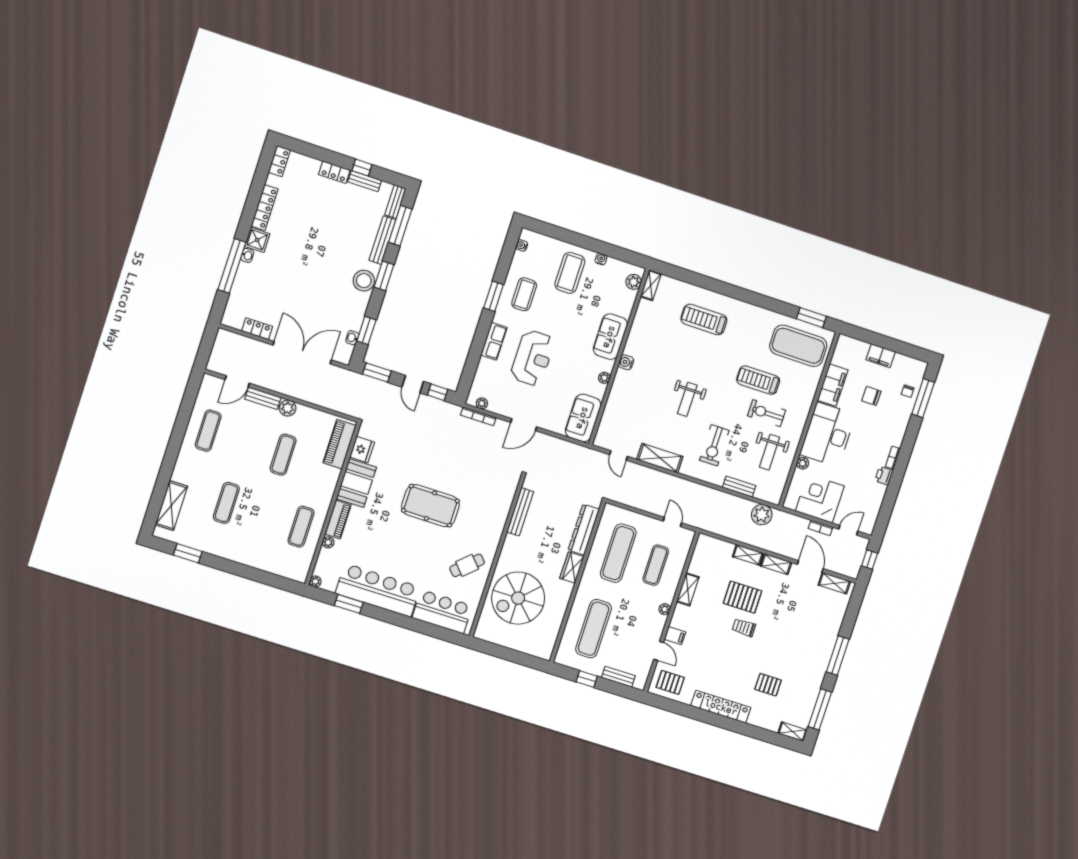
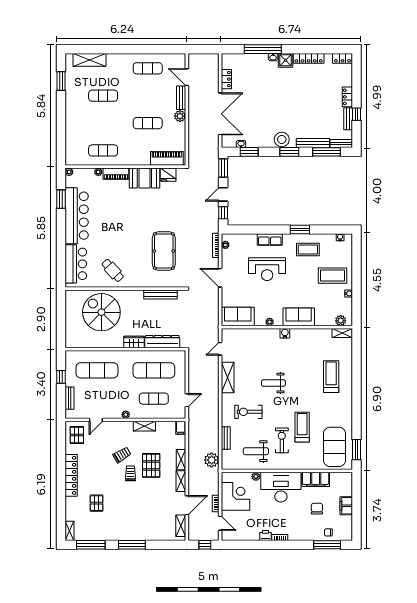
pool table: (430, 506) -> (164, 251), moved
trolley: (716, 631) -> (122, 455), added
filing cabinet: (675, 636) -> (181, 428), moved

